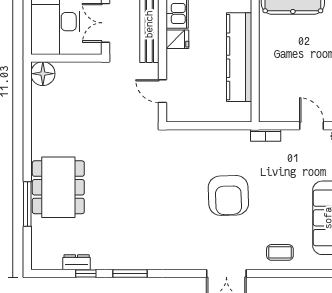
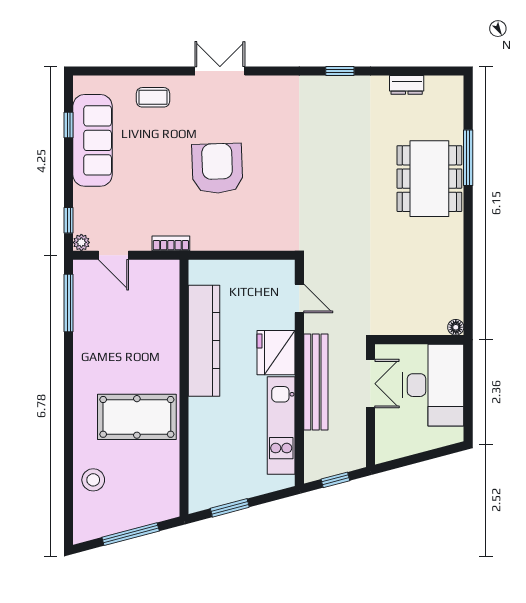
fridge: (177, 39) -> (276, 353), width x1.88, depth x1.34
floor lamp: (43, 74) -> (456, 327), width x0.53, depth x0.53
window: (86, 274) -> (395, 71), removed
window: (130, 274) -> (340, 71), width x0.67

